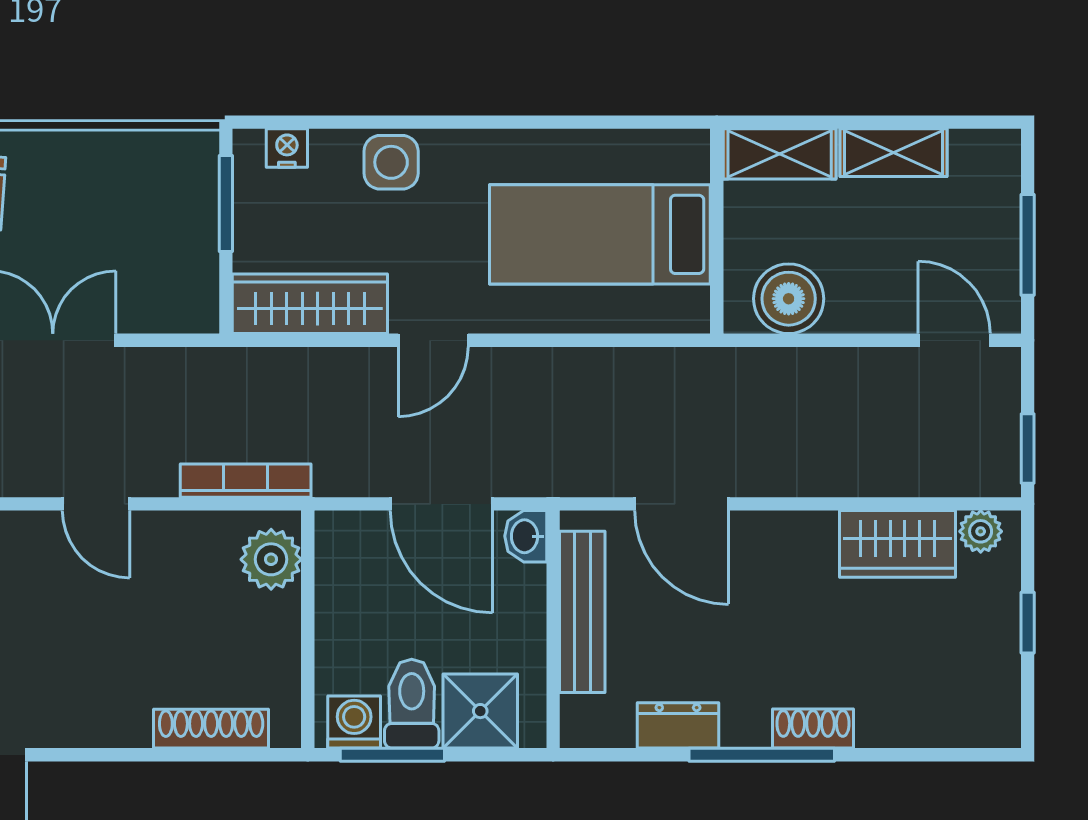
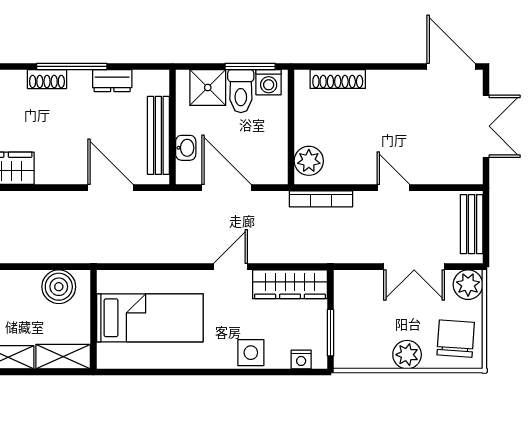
plant: (68, 158) -> (407, 355), added
washbasin: (526, 536) -> (186, 148), moved

